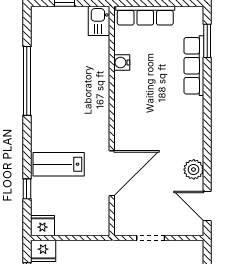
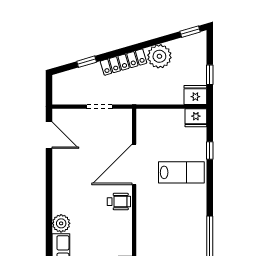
wheelchair: (129, 132) -> (119, 202), added
plant: (194, 169) -> (61, 223), moved

